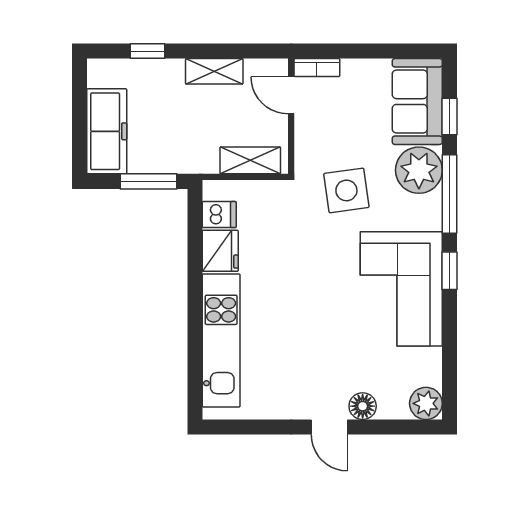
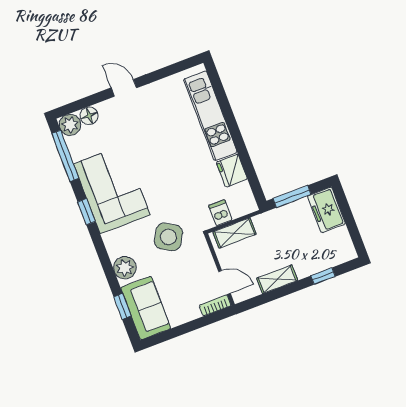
freezer: (107, 131) -> (326, 210), width x0.71
plant: (419, 170) -> (125, 268), width x0.73, depth x0.73
side table: (346, 190) -> (168, 237), turned 38
window: (450, 194) -> (65, 156), moved
dishwasher: (219, 215) -> (220, 213), moved, turned 90
floor lamp: (363, 406) -> (89, 116), moved

